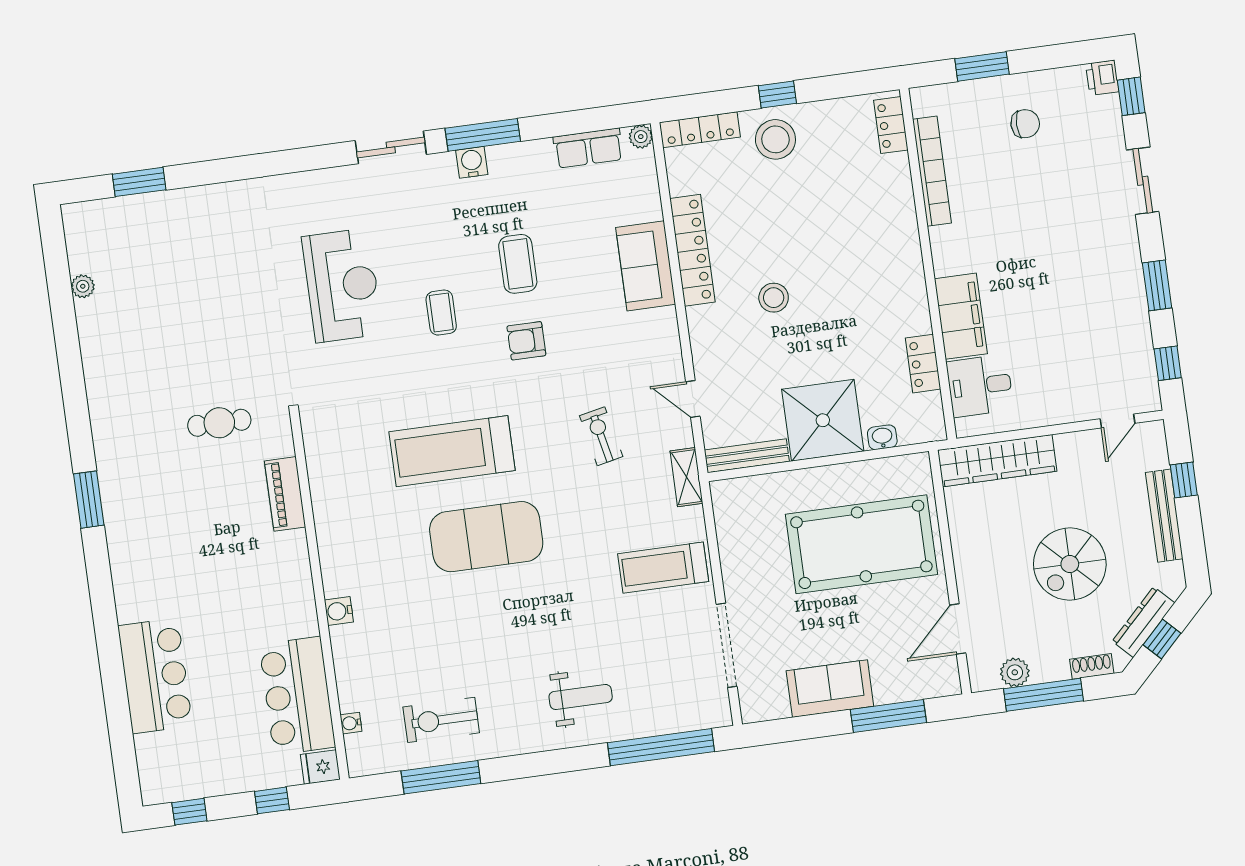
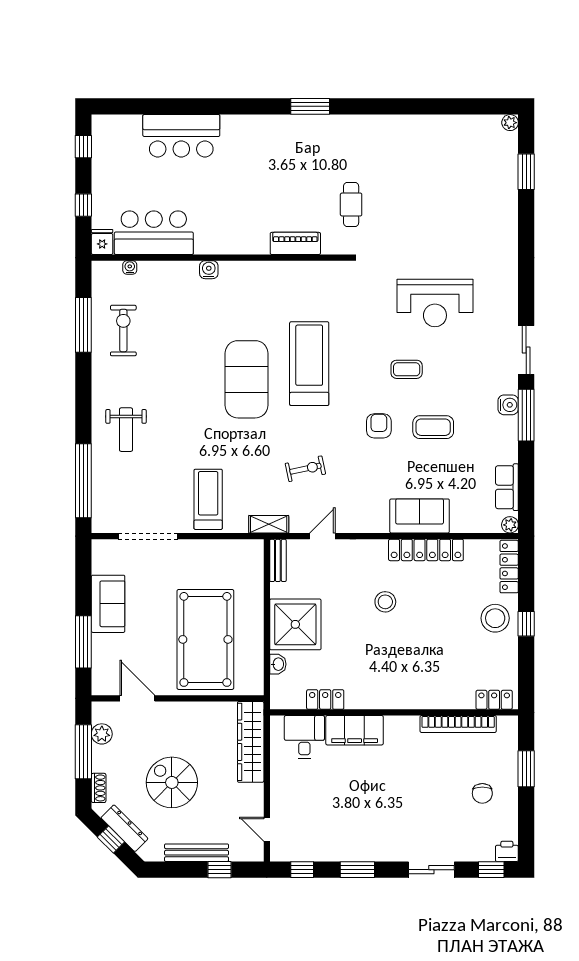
plant: (83, 286) -> (510, 123), moved
bench: (747, 456) -> (278, 560), width x0.73

